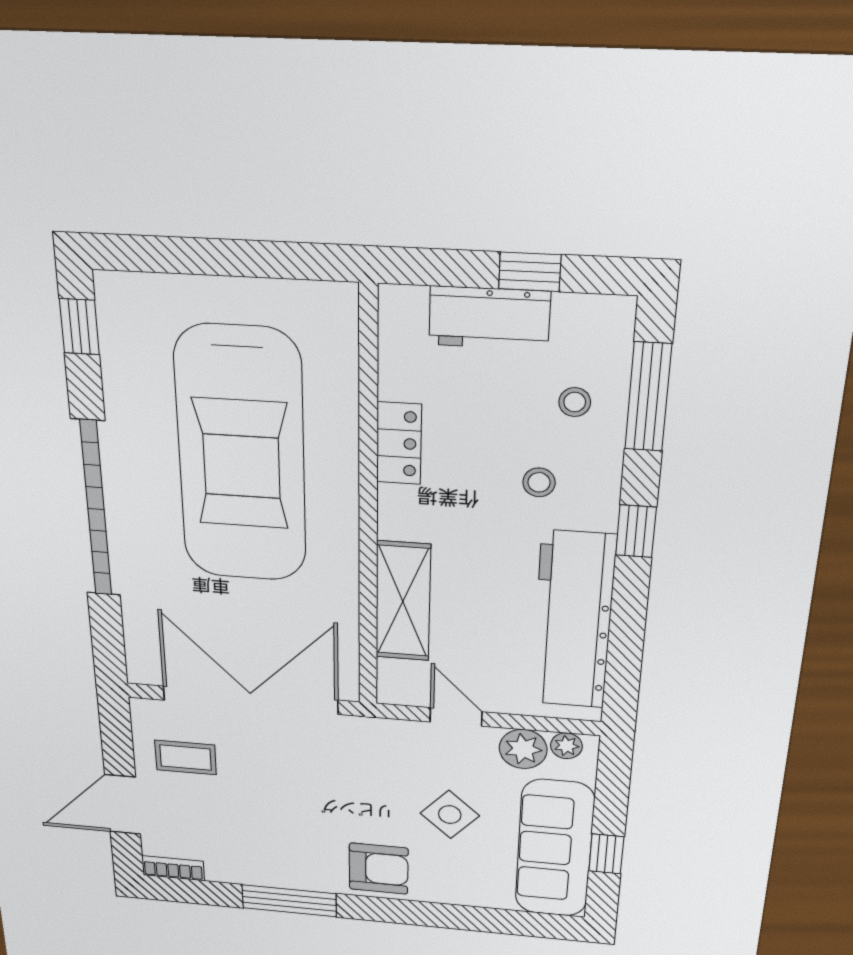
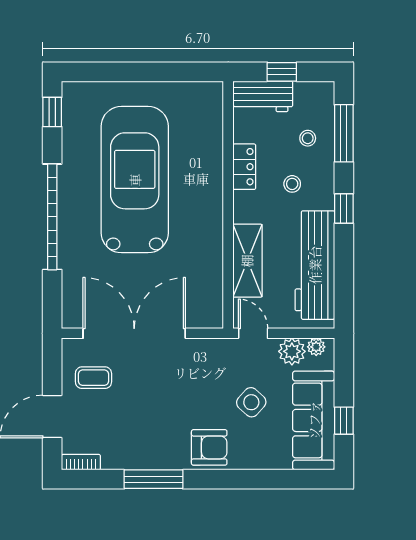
locker: (399, 443) -> (244, 167), moved
car: (241, 456) -> (135, 180), turned 180
wall: (368, 507) -> (228, 205), moved
shelving: (403, 601) -> (247, 261), moved

